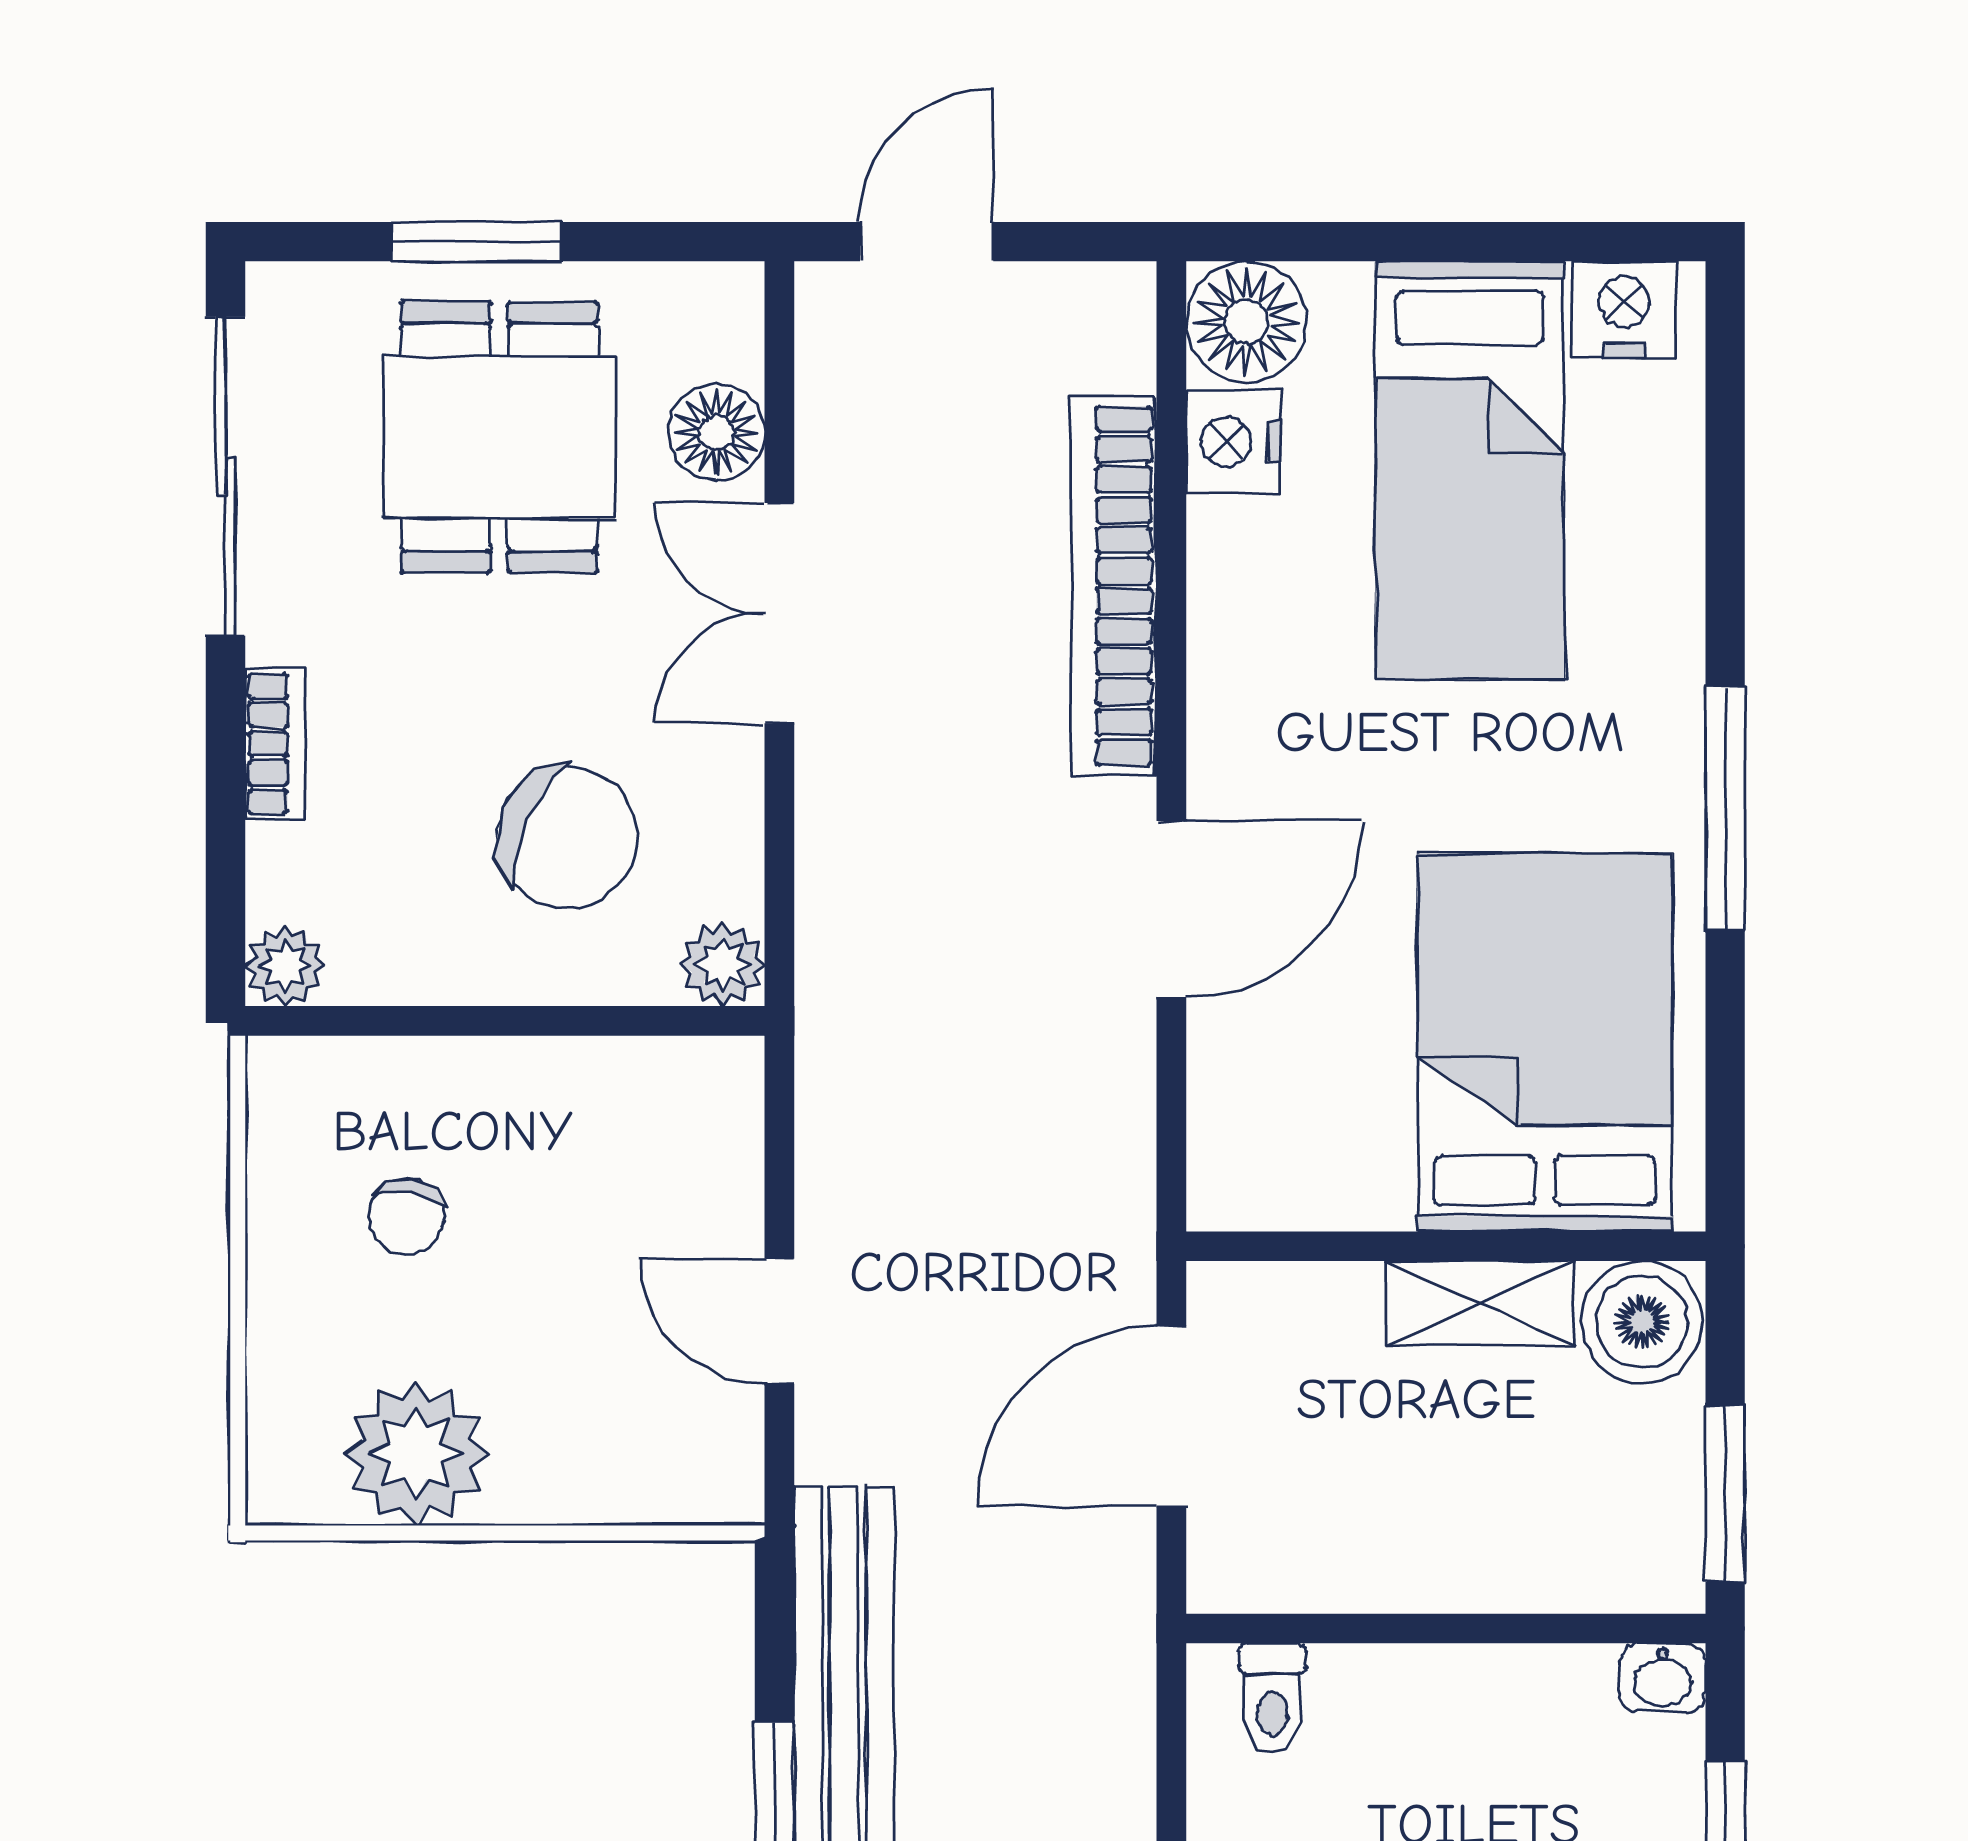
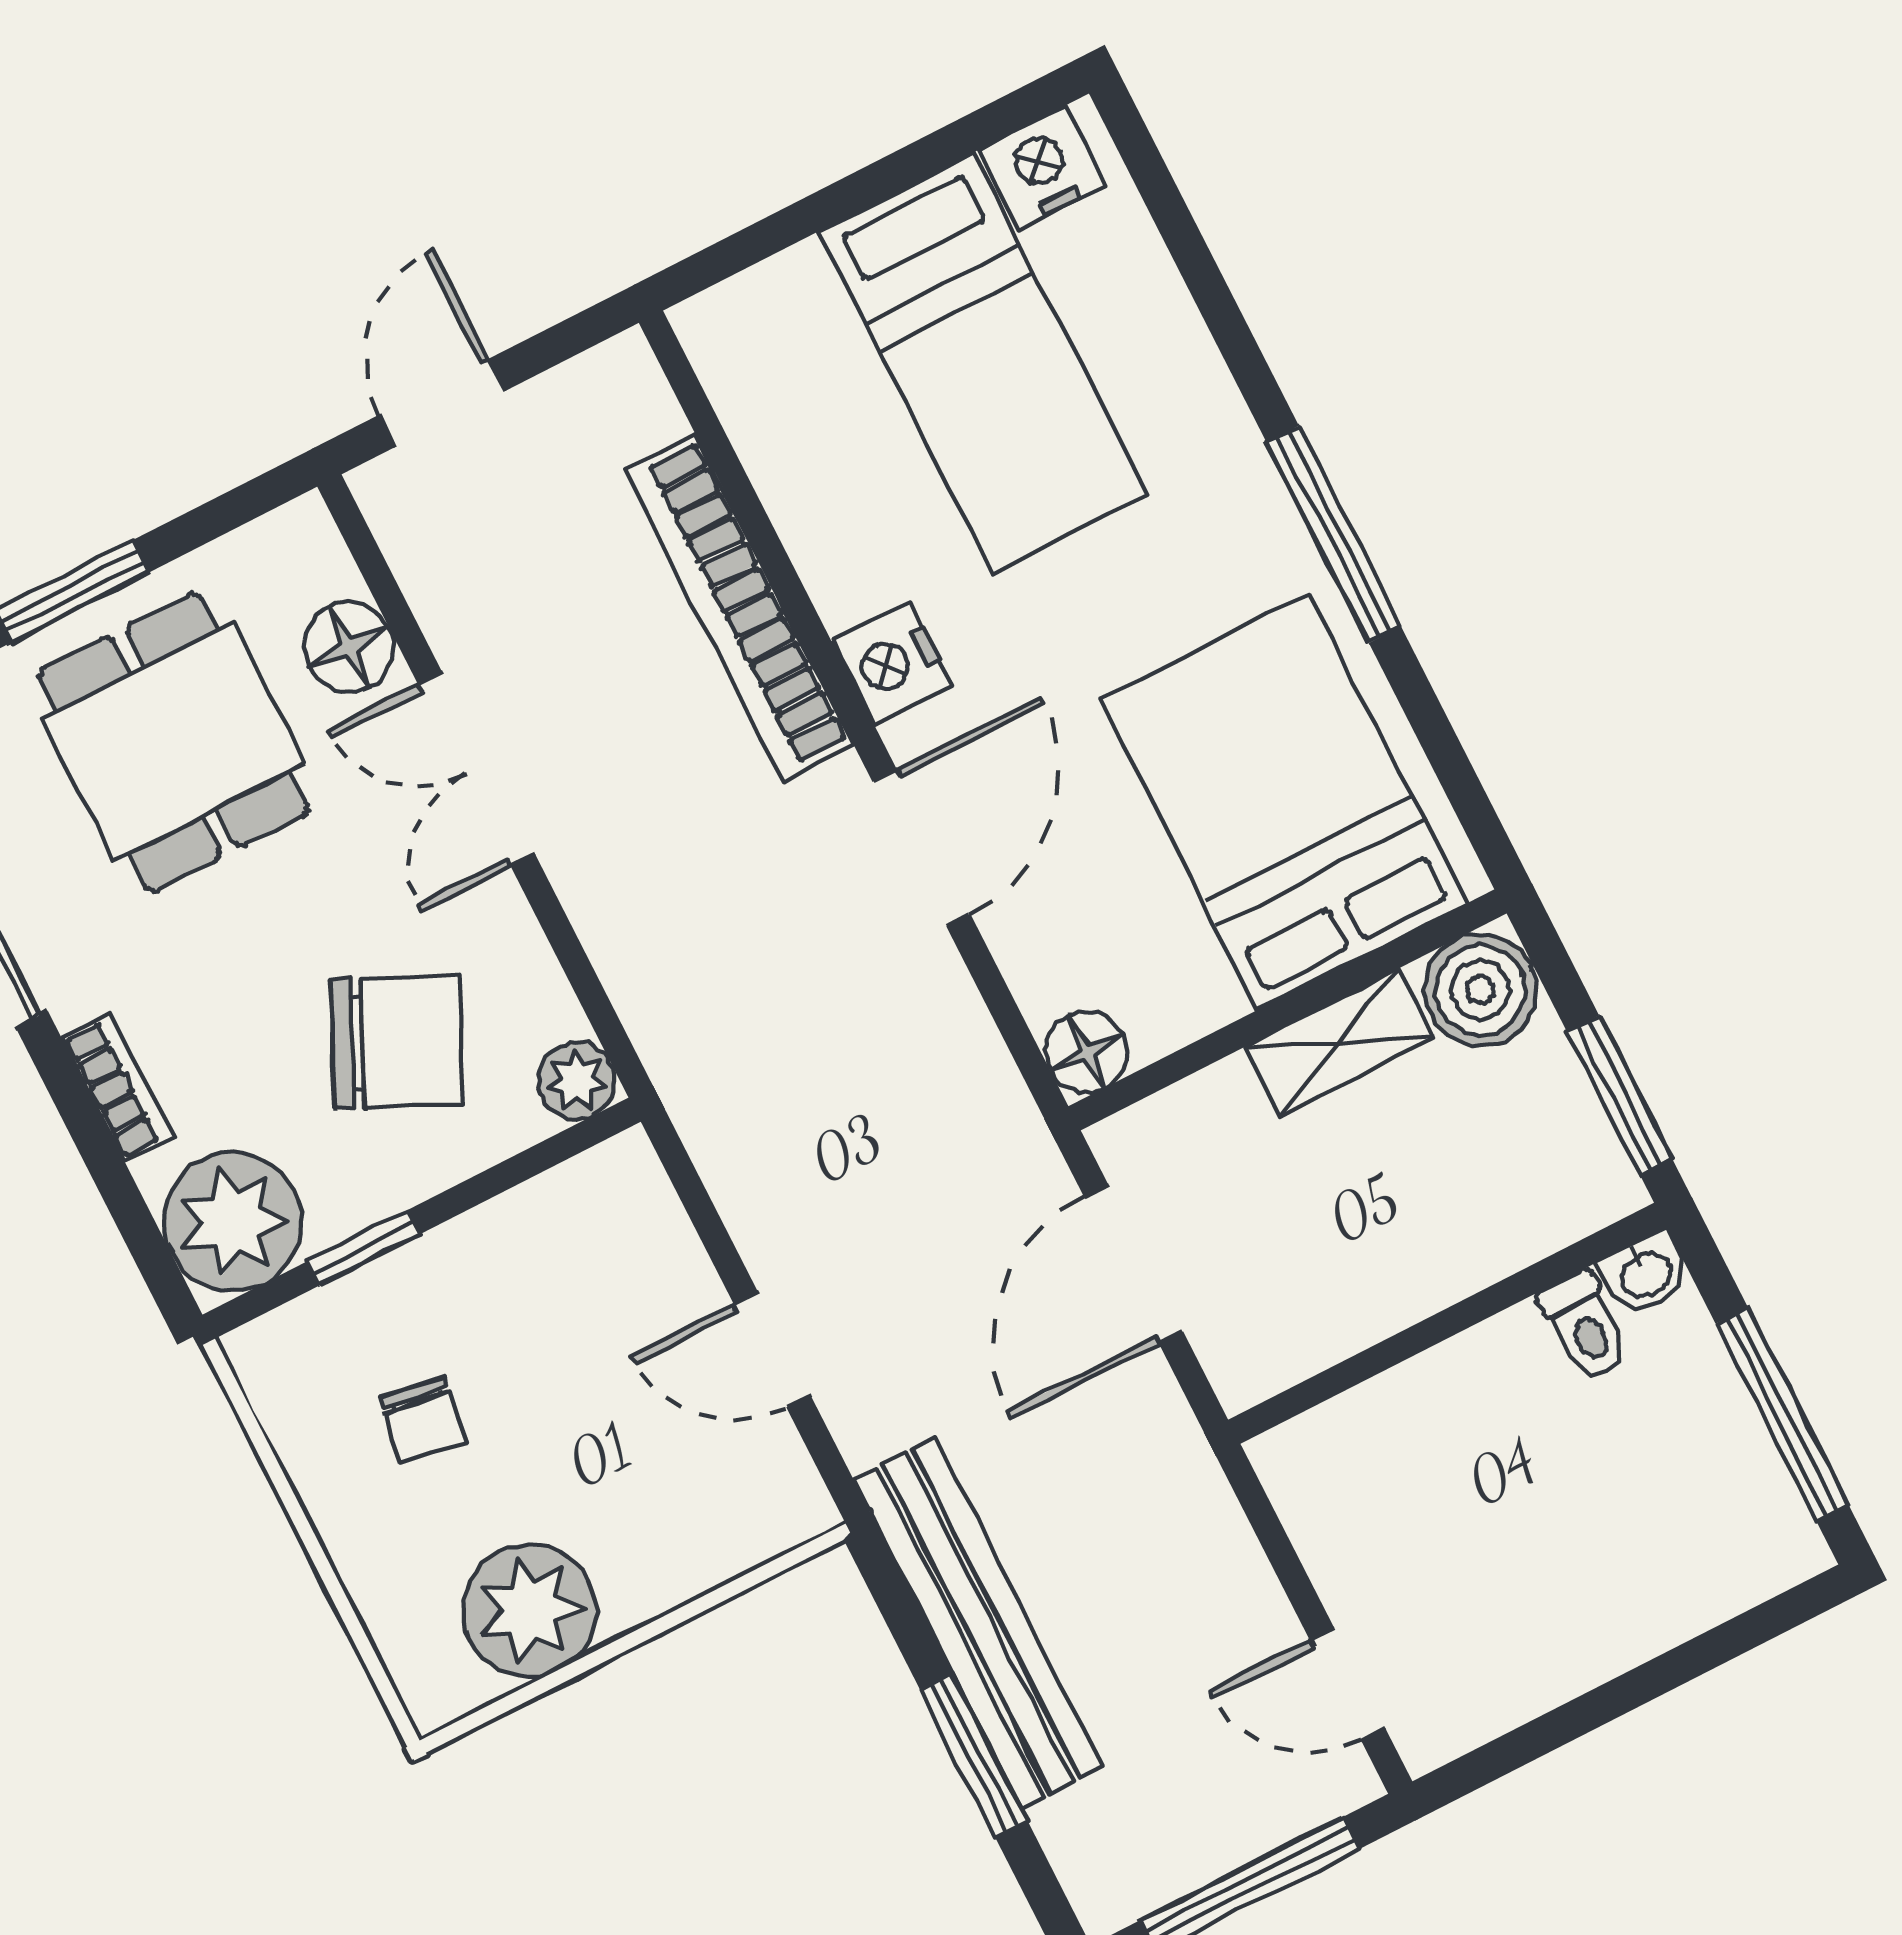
floor lamp: (1247, 322) -> (1086, 1052), moved, width x0.73, depth x0.73
nightstand: (1233, 441) -> (892, 663), moved
plant: (285, 966) -> (233, 1222), width x1.88, depth x1.88
window: (434, 1021) -> (363, 1248), added
toilet: (1272, 1698) -> (1584, 1326), moved

